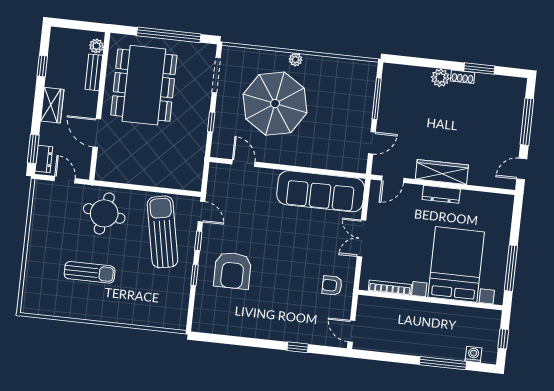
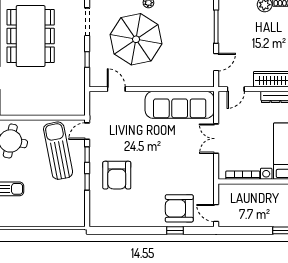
door: (201, 212) -> (87, 131), swing flipped
armchair: (332, 285) -> (179, 208), moved, width x1.88, depth x1.88

